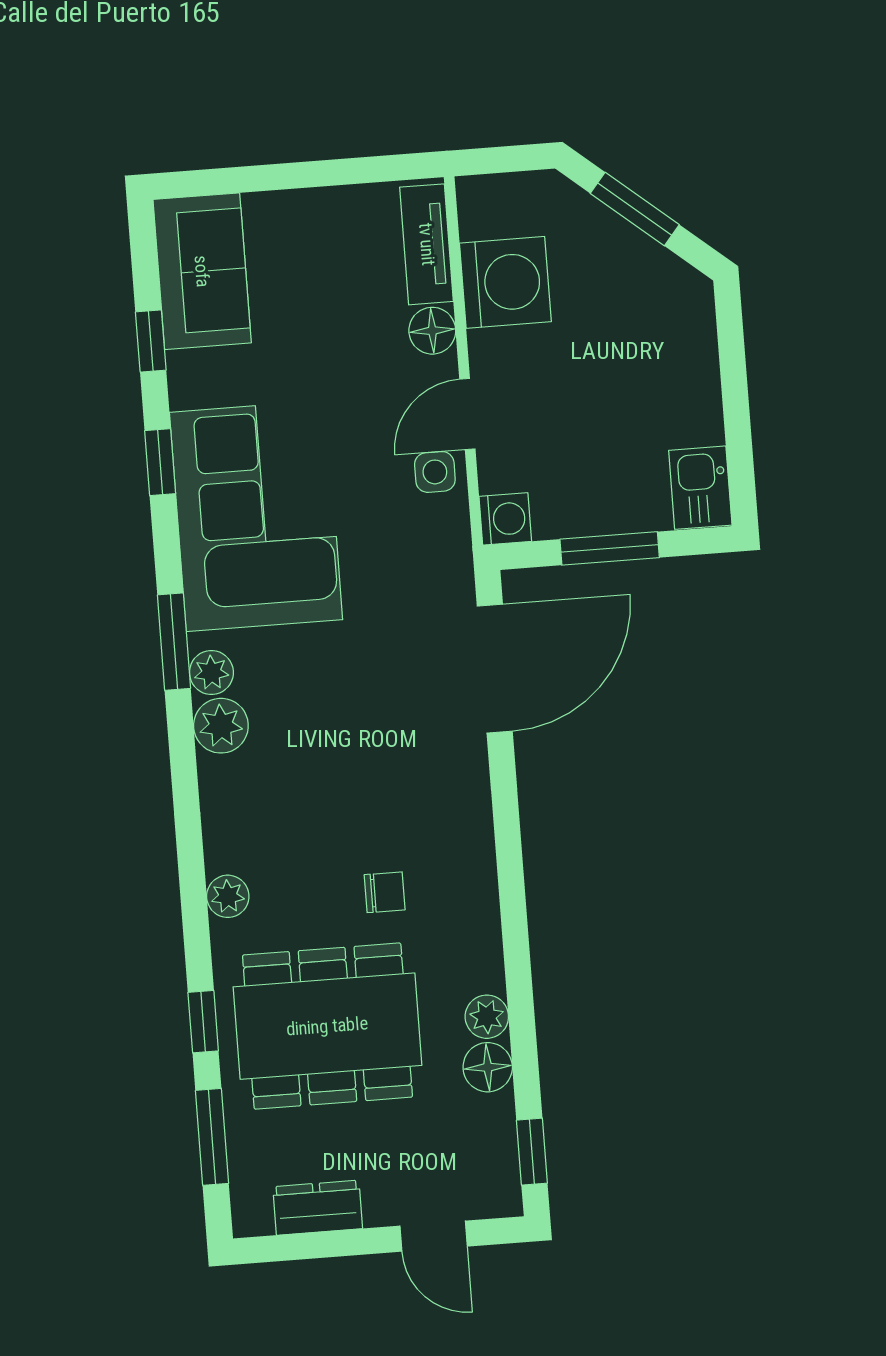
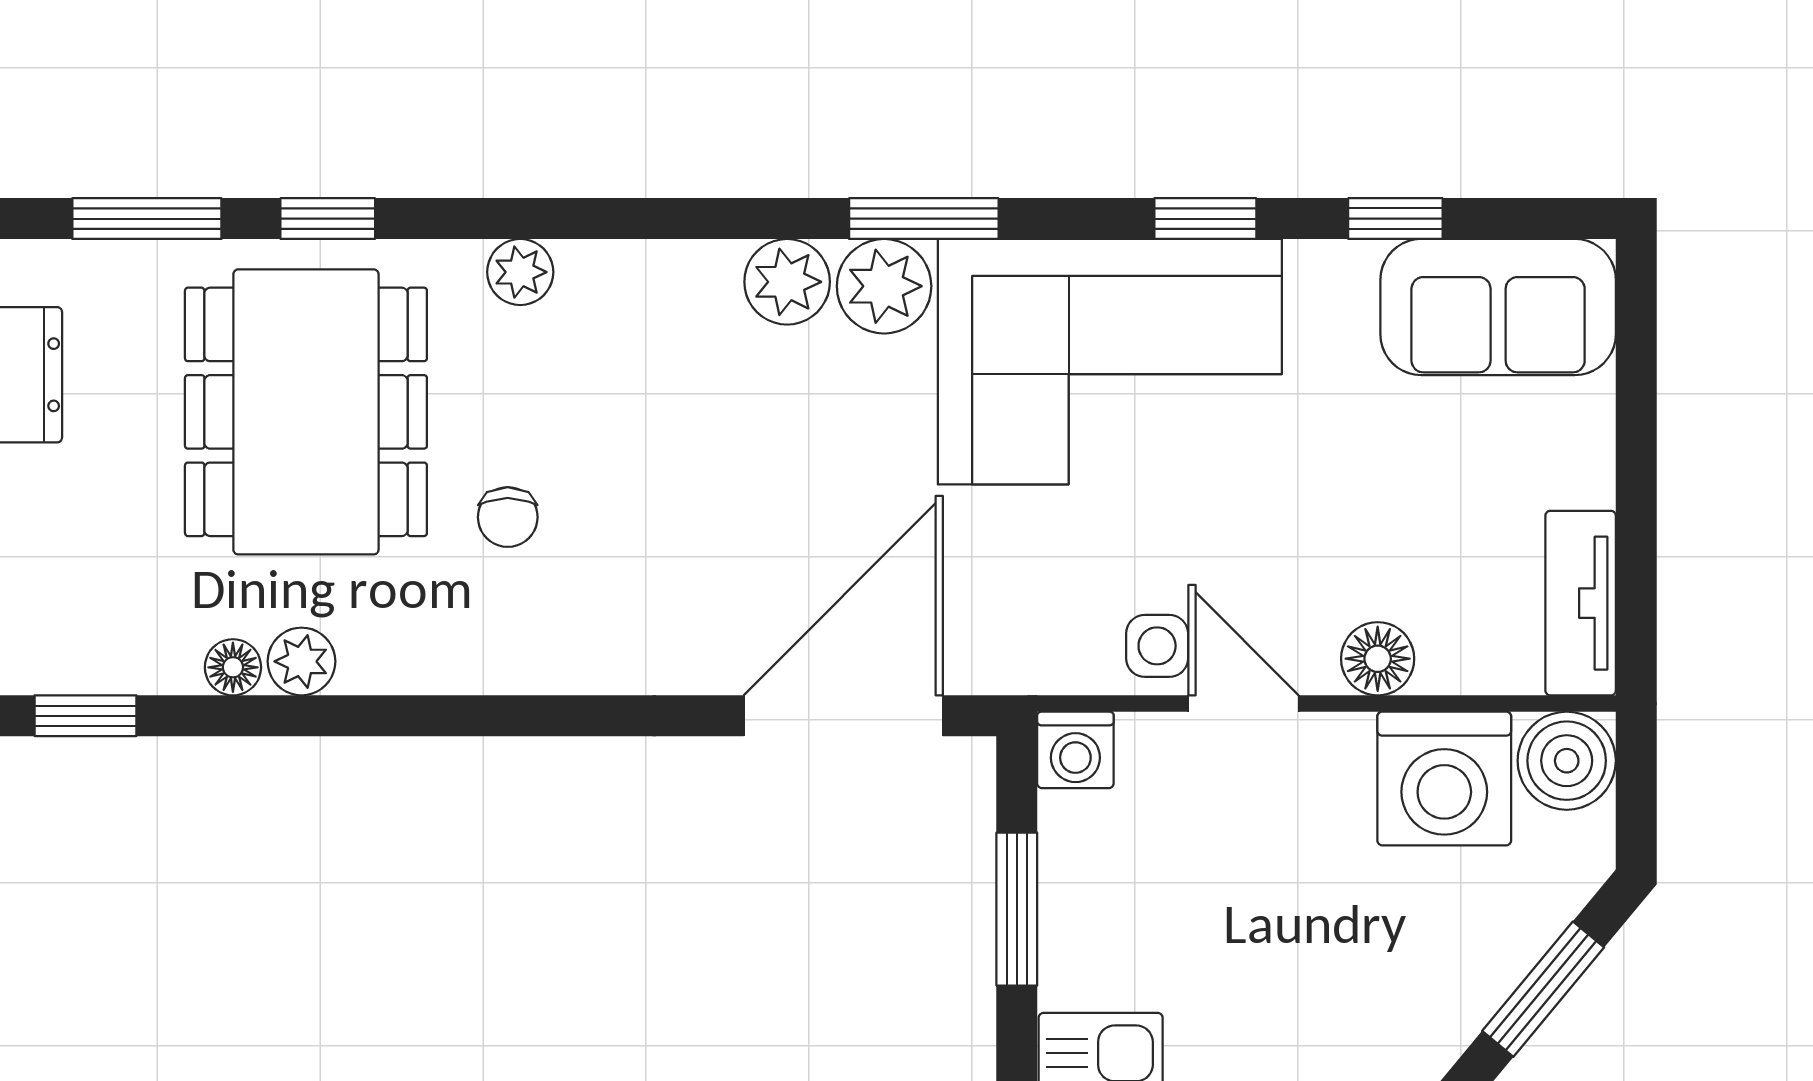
boiler: (488, 205) -> (1567, 761), added
tv unit: (427, 244) -> (1581, 603), moved, turned -90
door: (495, 669) -> (843, 716), swing flipped
plant: (211, 673) -> (884, 286), width x1.38, depth x1.38
floor lamp: (488, 1067) -> (233, 667), width x0.73, depth x0.73

